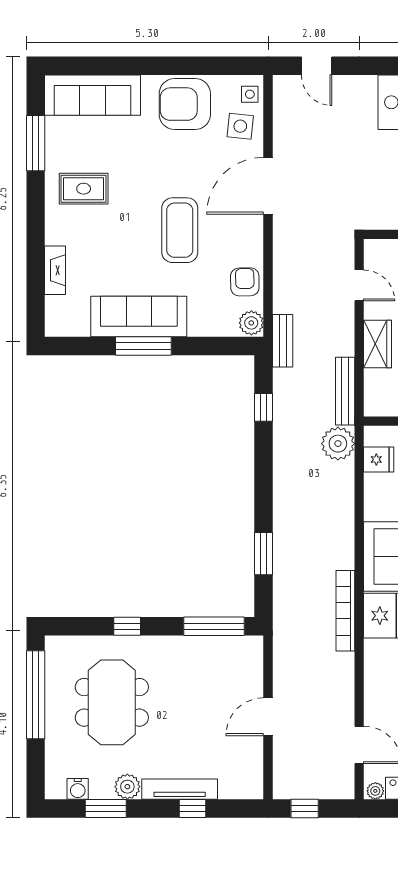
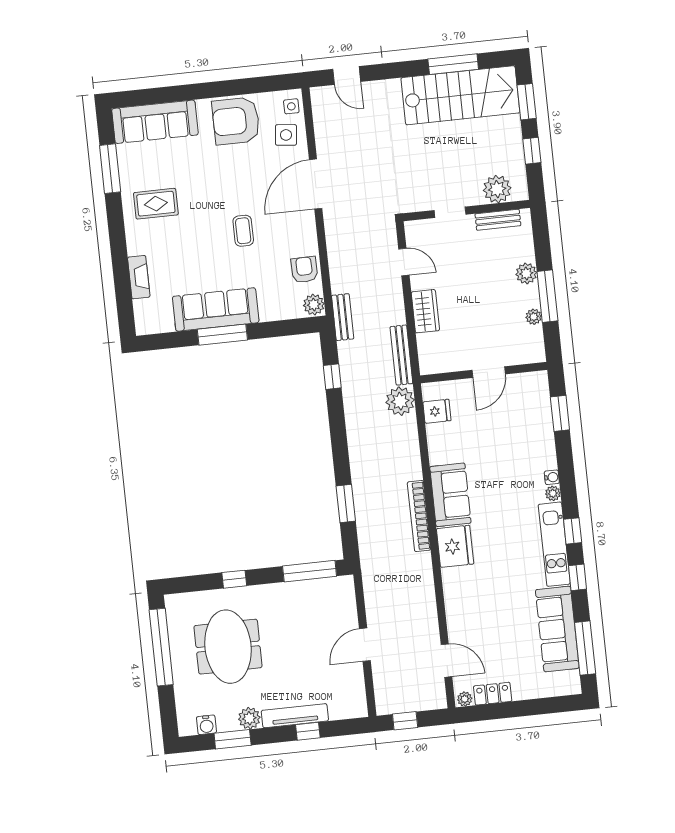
coffee table: (180, 230) -> (243, 231), width x0.54, depth x0.58
bookcase: (345, 611) -> (419, 516), moved

